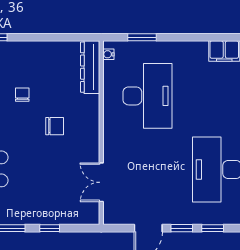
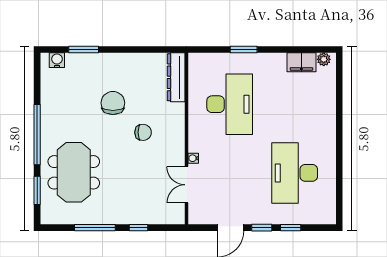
window: (142, 37) -> (244, 49), moved
water cooler: (108, 54) -> (193, 158), moved
chair: (22, 95) -> (113, 103), width x1.87, depth x1.87

